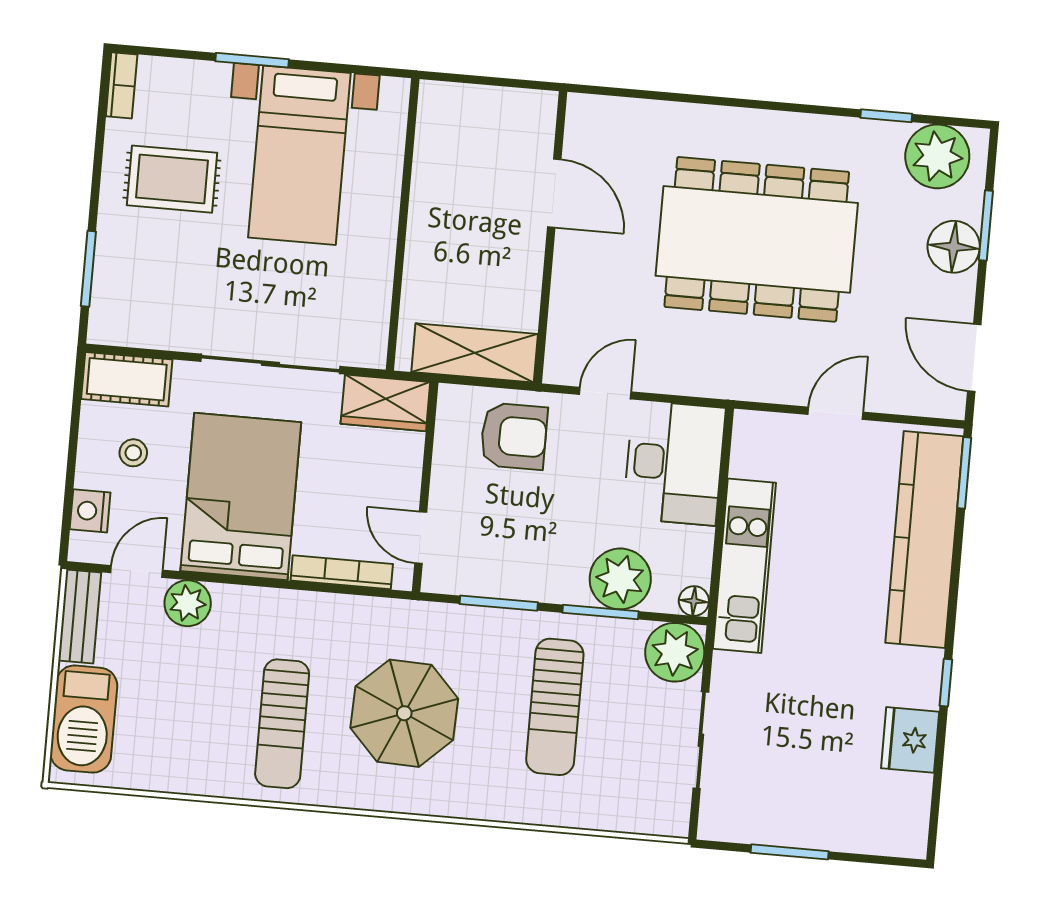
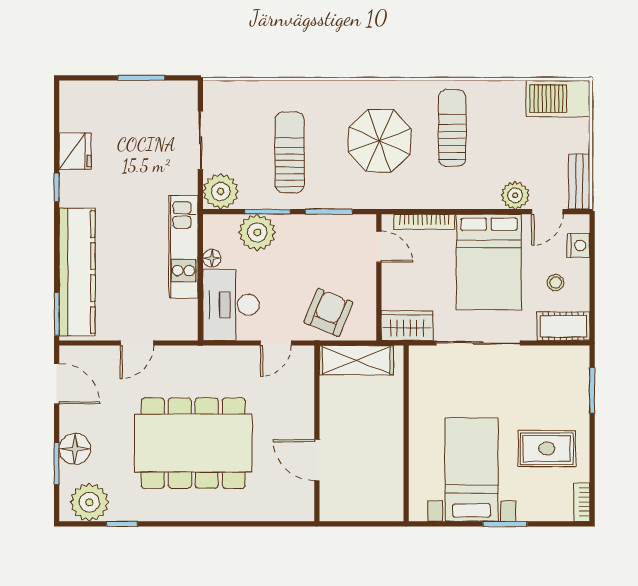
armchair: (514, 436) -> (328, 312), turned 112
floor lamp: (694, 601) -> (212, 258), moved
barbecue: (84, 719) -> (558, 99), moved, turned -90

